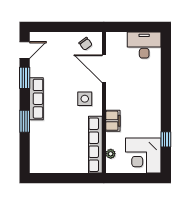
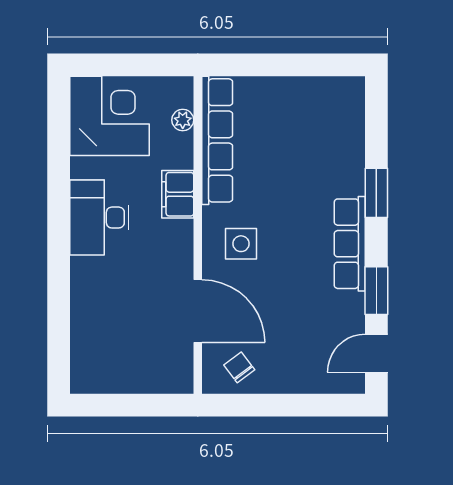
desk: (144, 45) -> (99, 218), moved, turned 90
window: (166, 139) -> (59, 152), removed

